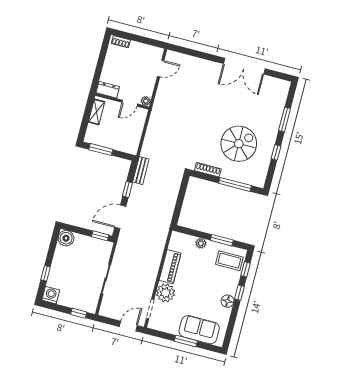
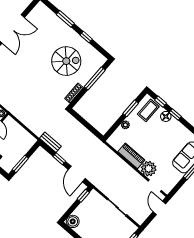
spiral stairs: (239, 144) -> (66, 61), turned 90
floor lamp: (227, 301) -> (166, 116), moved

